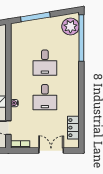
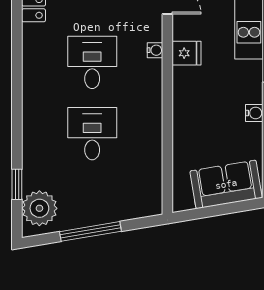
window: (35, 17) -> (90, 231), moved
window: (81, 38) -> (17, 184), width x0.32

